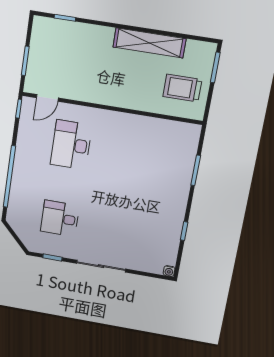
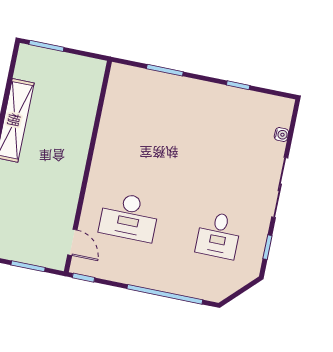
trolley: (182, 88) -> (68, 84), removed
water cooler: (169, 271) -> (281, 135), moved

